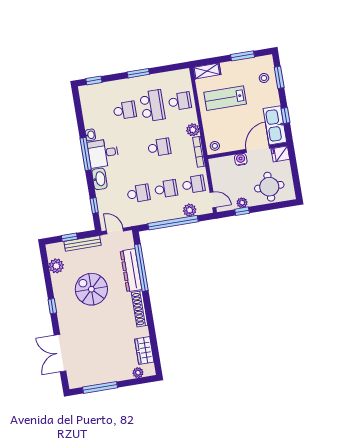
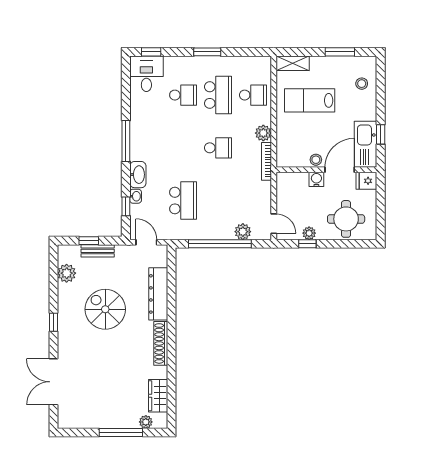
window: (279, 77) -> (381, 86), removed
washbasin: (90, 135) -> (136, 196), moved
stool: (215, 146) -> (316, 160), moved
desk: (103, 153) -> (146, 74), moved, turned 90
school desk: (194, 184) -> (253, 201), removed
school desk: (166, 189) -> (218, 201), removed
school desk: (138, 193) -> (183, 201), width x1.85
bench: (82, 243) -> (98, 251), width x0.73
window: (141, 268) -> (171, 293), removed
window: (100, 387) -> (121, 432), moved

